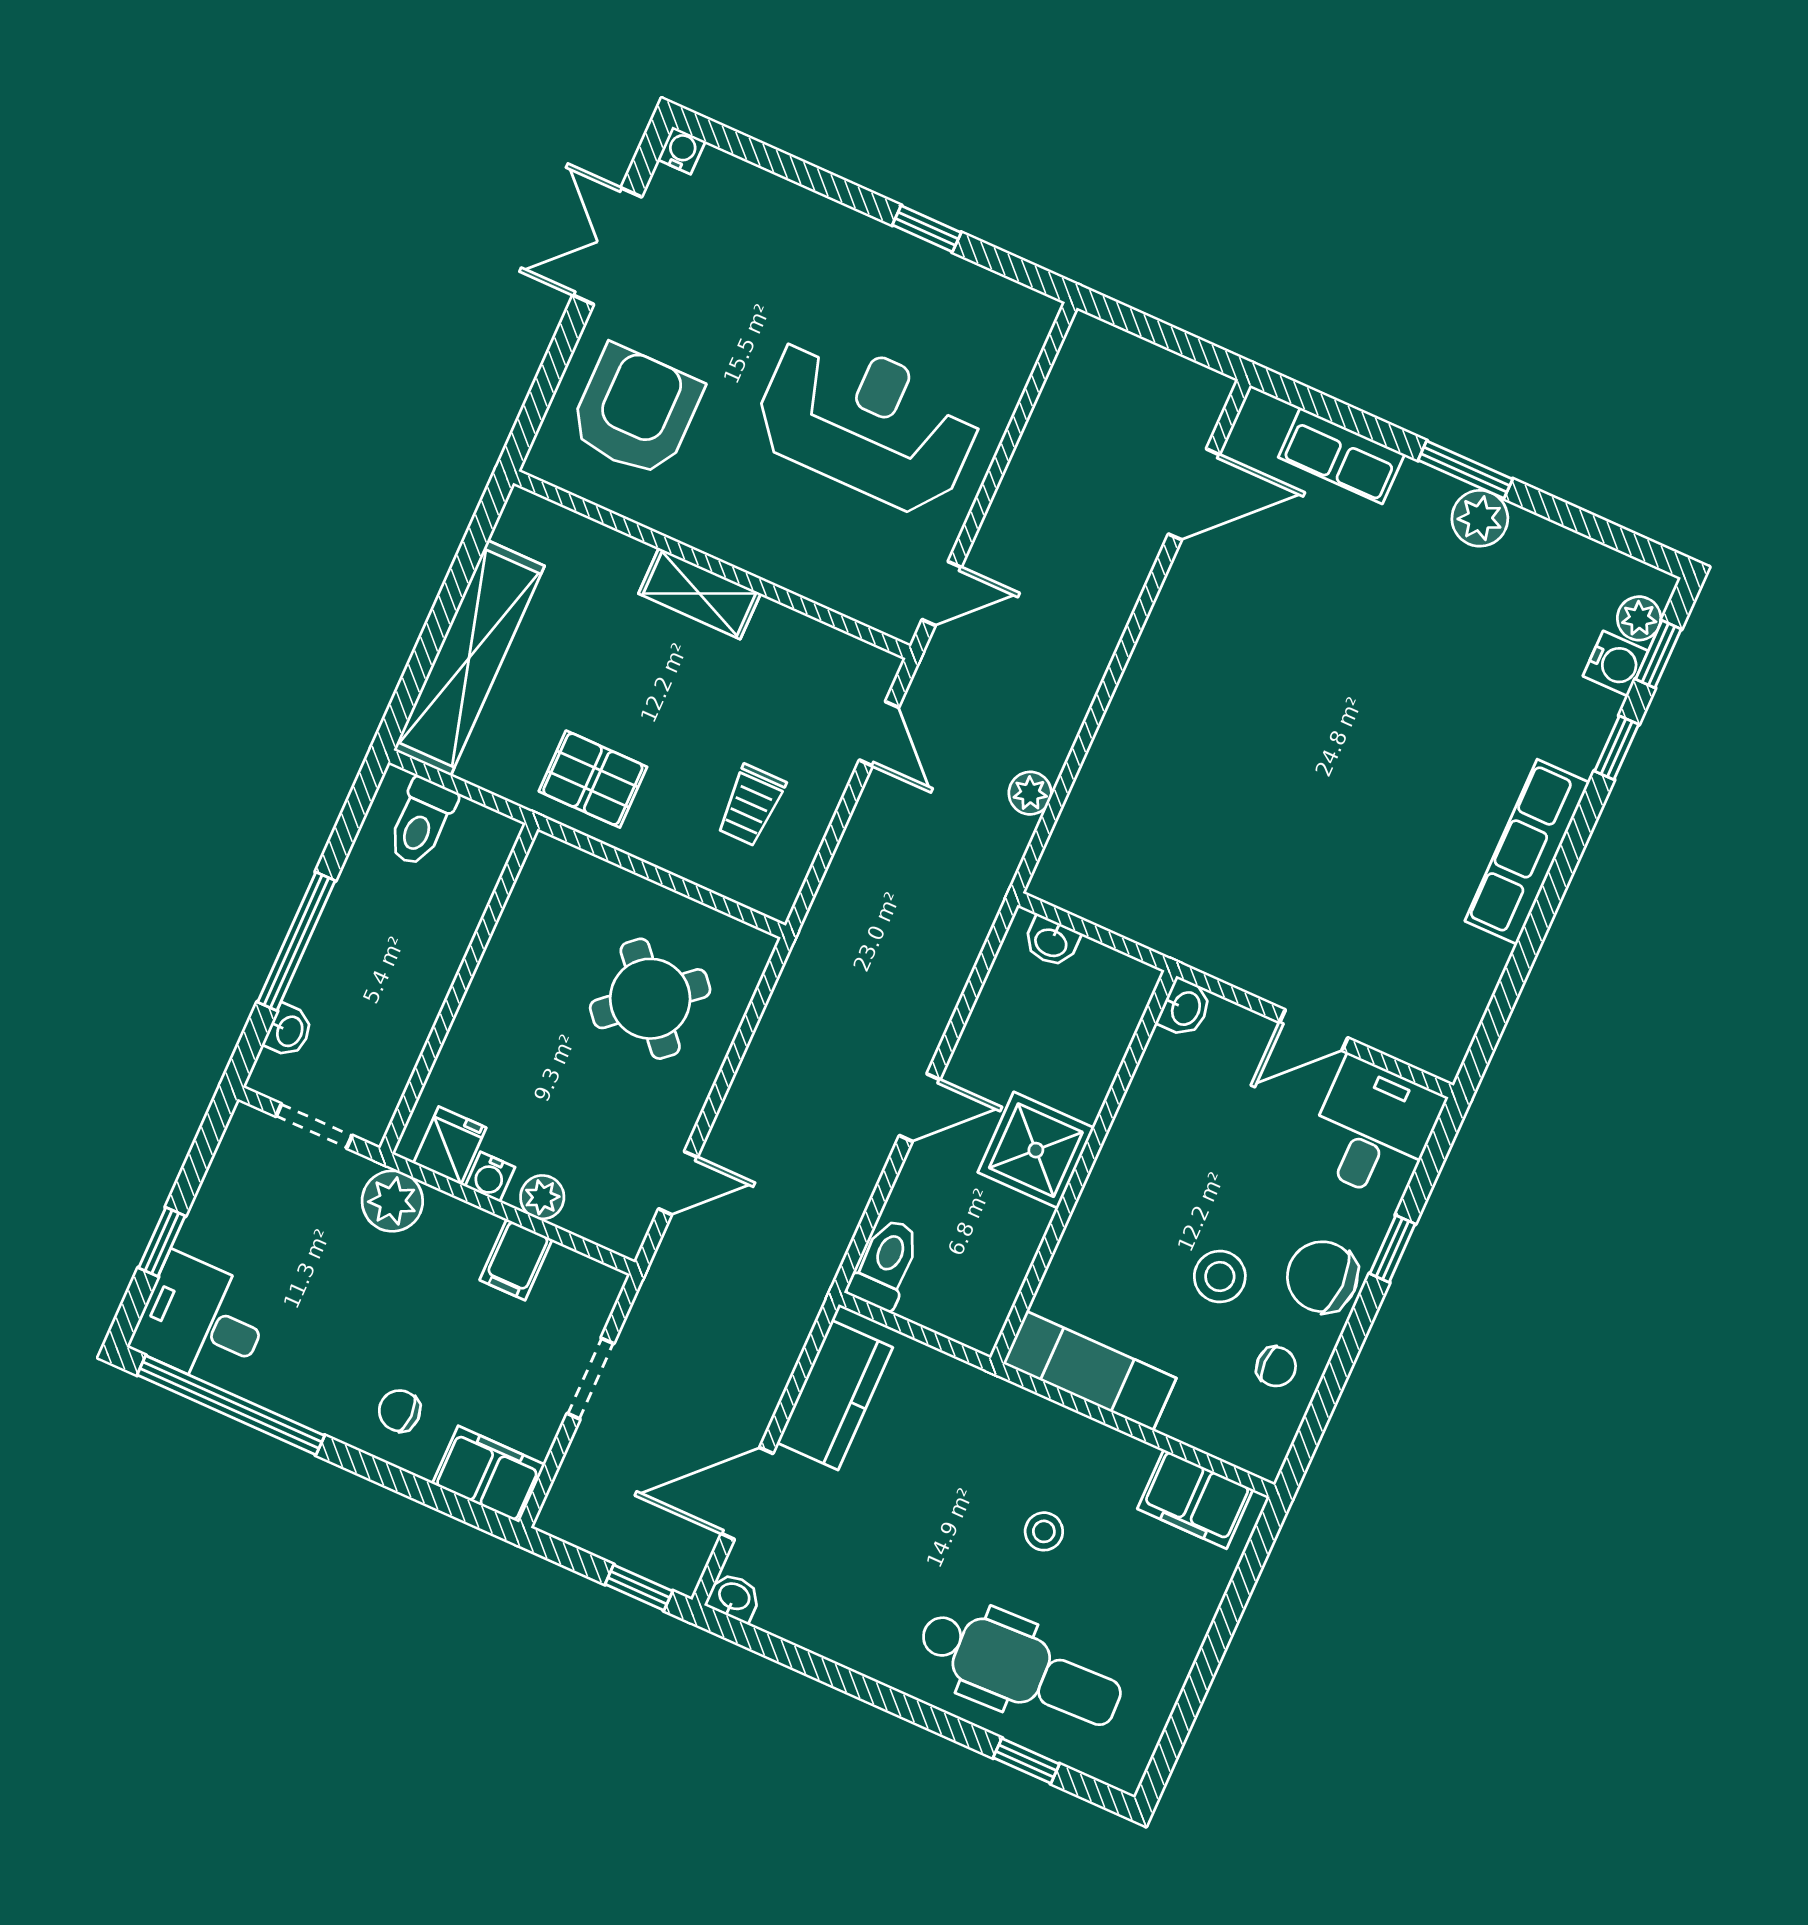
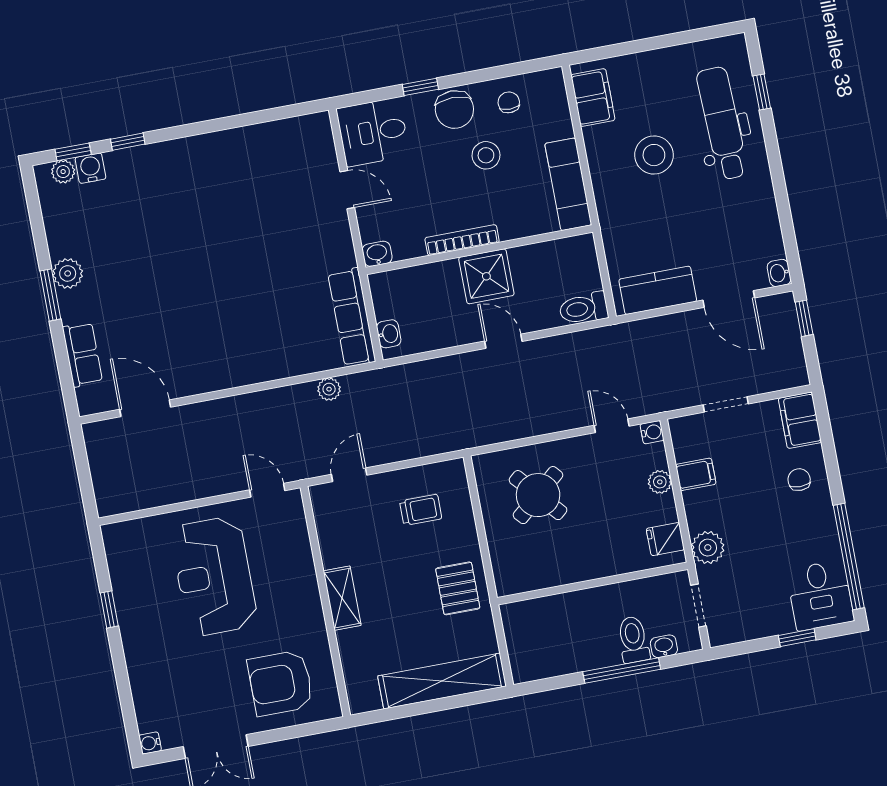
toilet: (421, 822) -> (633, 640), moved, turned -90
row of seats: (1527, 852) -> (352, 317), moved, turned 90
bookcase: (1116, 1151) -> (462, 240), added
water cooler: (490, 1177) -> (652, 432), moved
chair: (400, 1411) -> (799, 480), turned 180
stool: (1044, 1531) -> (654, 155), width x1.89, depth x1.89

